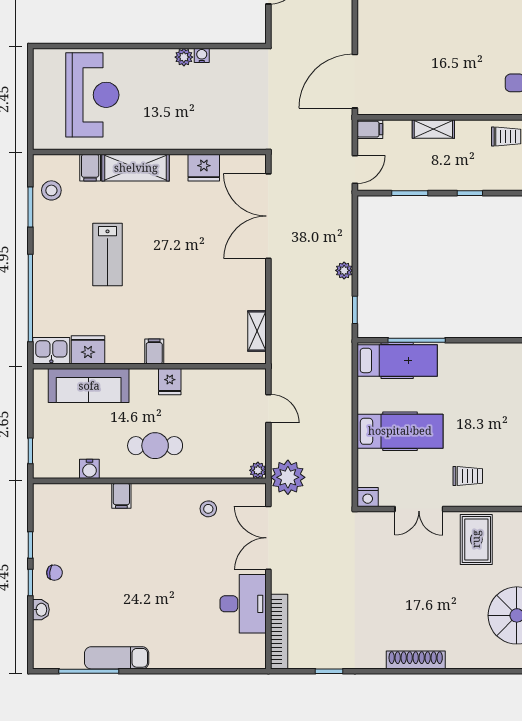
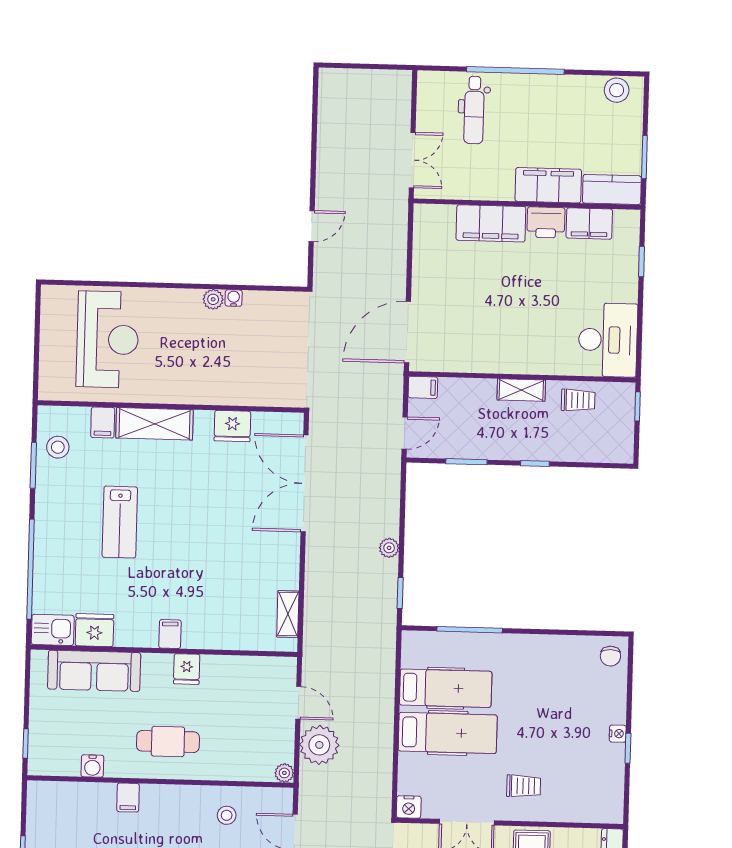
shelving: (433, 129) -> (521, 390), moved
hospital bed: (397, 360) -> (446, 688), moved
plant: (288, 477) -> (319, 745), moved

